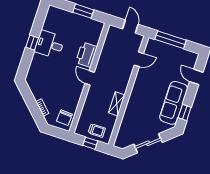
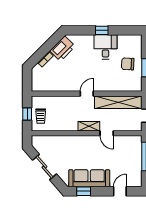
shelving: (108, 50) -> (118, 102), added
printer: (86, 55) -> (62, 49), moved, turned 135
door: (139, 59) -> (107, 133), moved
shelving: (117, 104) -> (89, 126), moved
chair: (64, 118) -> (128, 64), moved

